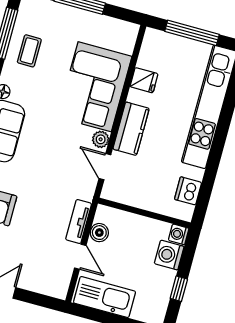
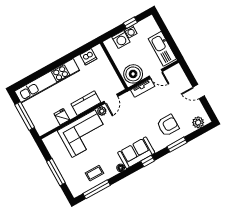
boiler: (99, 233) -> (133, 74), width x1.86, depth x1.86
washing machine: (179, 234) -> (131, 32), moved
door: (80, 257) -> (156, 74), swing flipped

